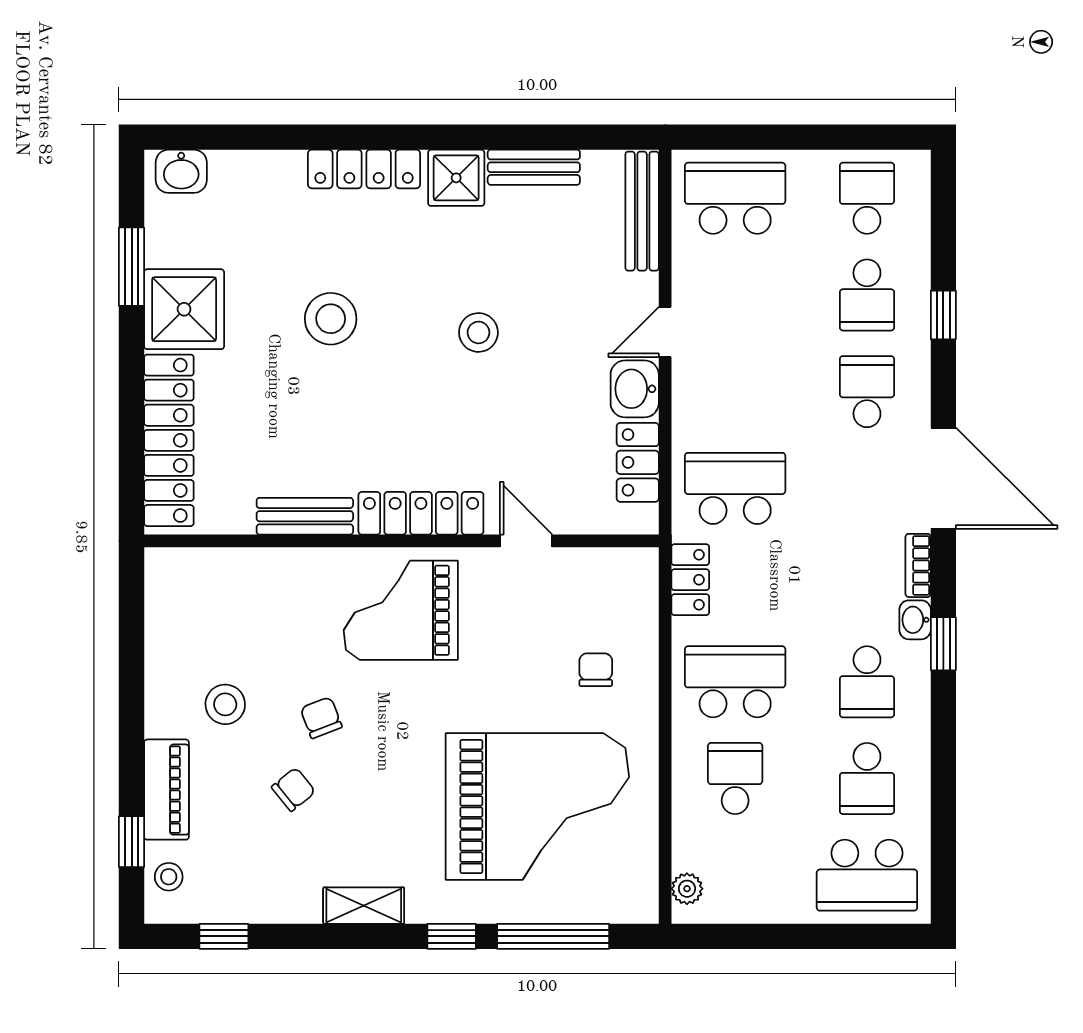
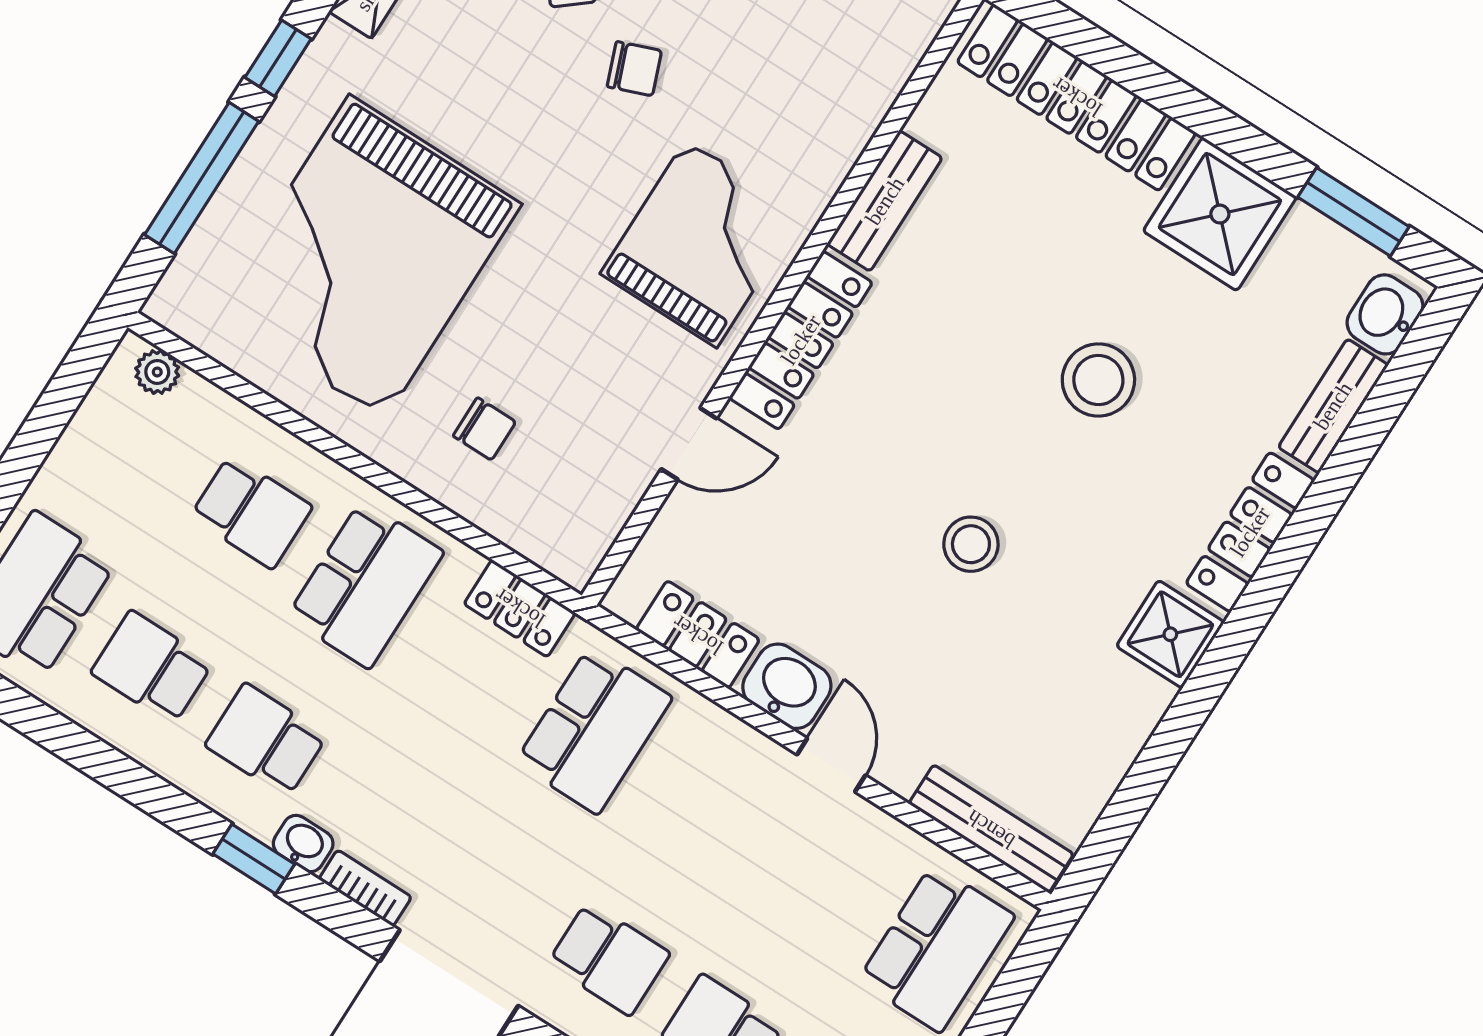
bench: (534, 167) -> (1333, 406), moved
window: (132, 267) -> (1353, 212), moved

